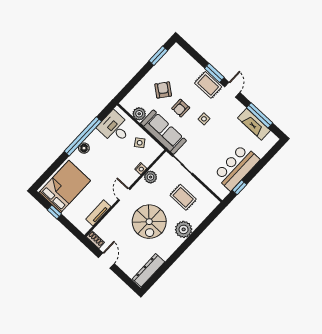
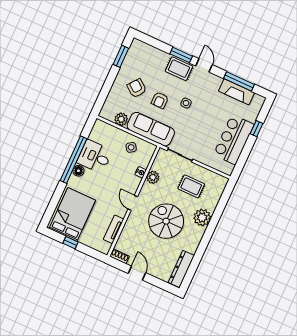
desk: (115, 128) -> (95, 157), moved
window: (239, 187) -> (256, 129), moved
spiral stairs: (149, 222) -> (166, 221), turned 180

